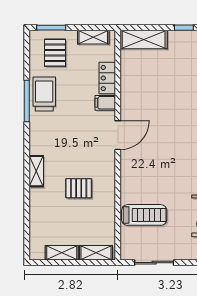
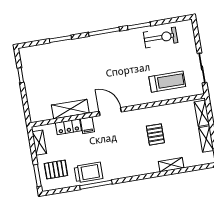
shelving: (144, 39) -> (70, 109), moved, turned 90
trolley: (44, 94) -> (88, 172), turned 180
shelving: (36, 171) -> (171, 165), moved
treadmill: (144, 215) -> (167, 82), turned 90

